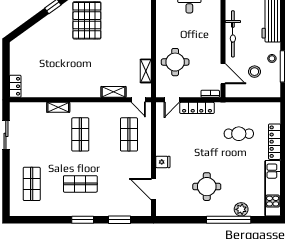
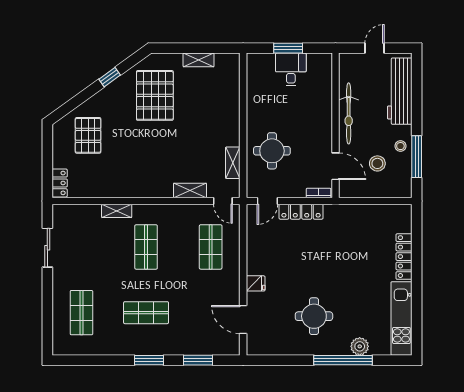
pallet: (37, 50) -> (88, 135), added
cafe table: (239, 134) -> (357, 246), removed

